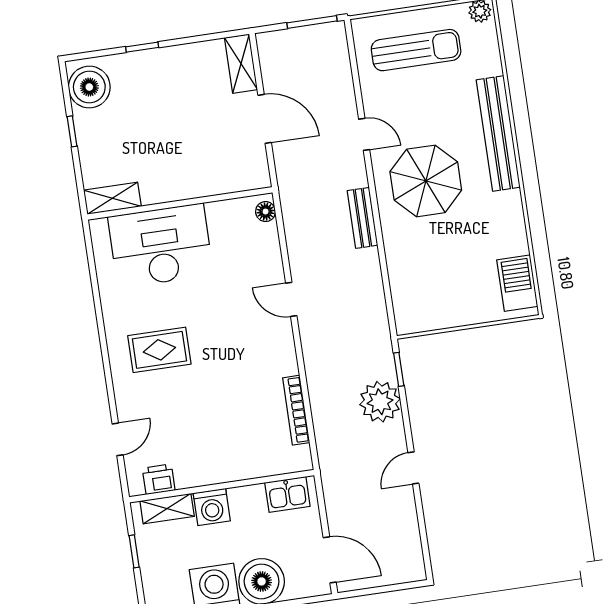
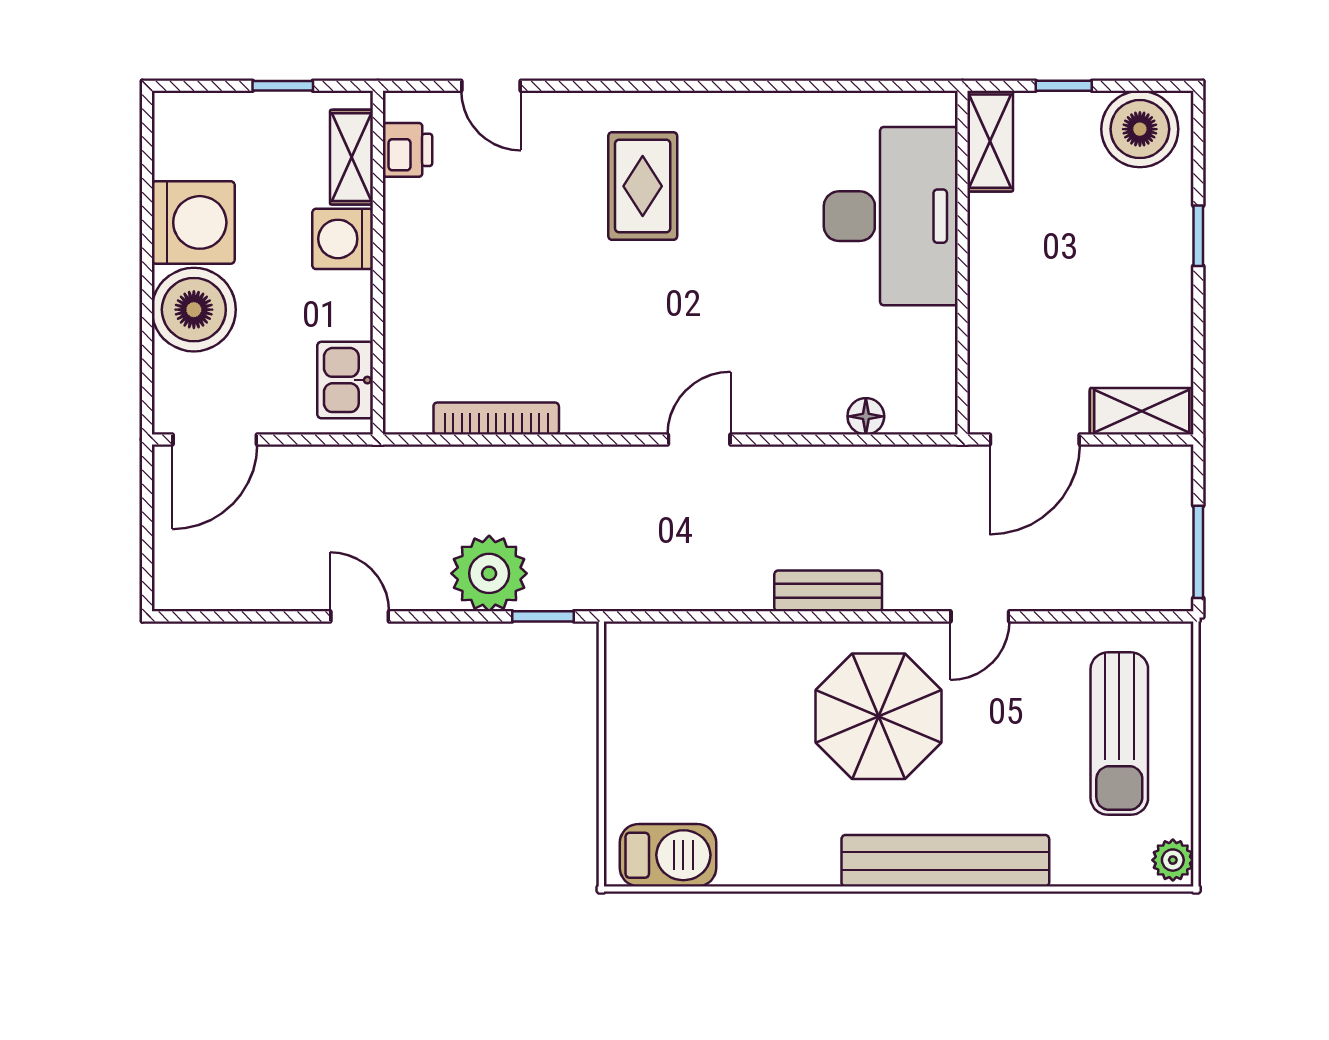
shelving: (112, 198) -> (990, 141), moved
wall: (180, 203) -> (963, 263), moved
desk: (161, 246) -> (891, 216), moved

